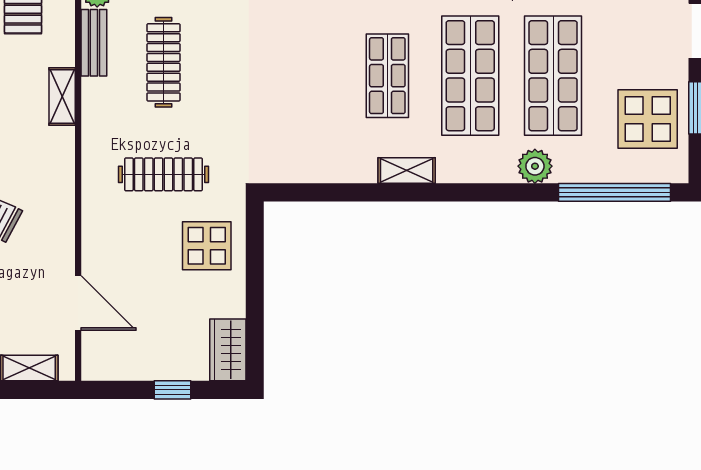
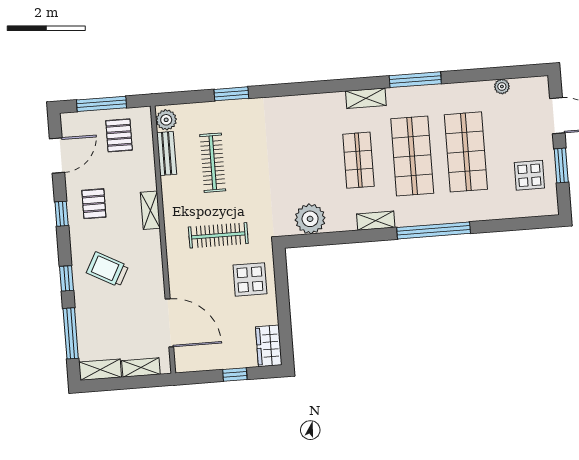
shelving: (62, 96) -> (150, 210), moved
display table: (648, 119) -> (529, 175), width x0.73, depth x0.73
plant: (535, 166) -> (310, 219), moved, width x1.36, depth x1.36
window: (614, 192) -> (434, 230), moved
door: (78, 303) -> (169, 323), width x1.36

